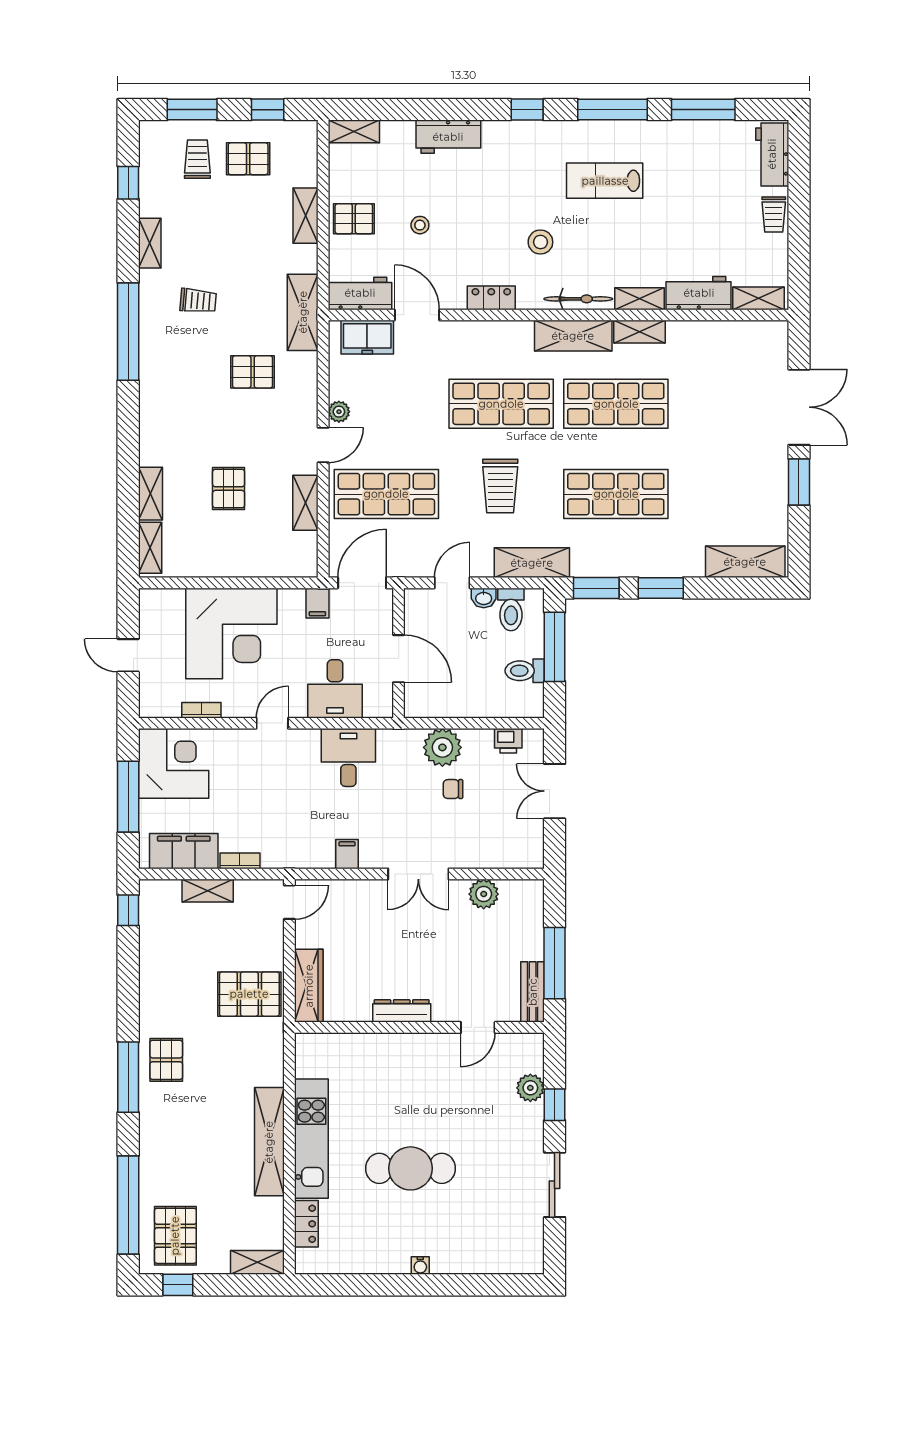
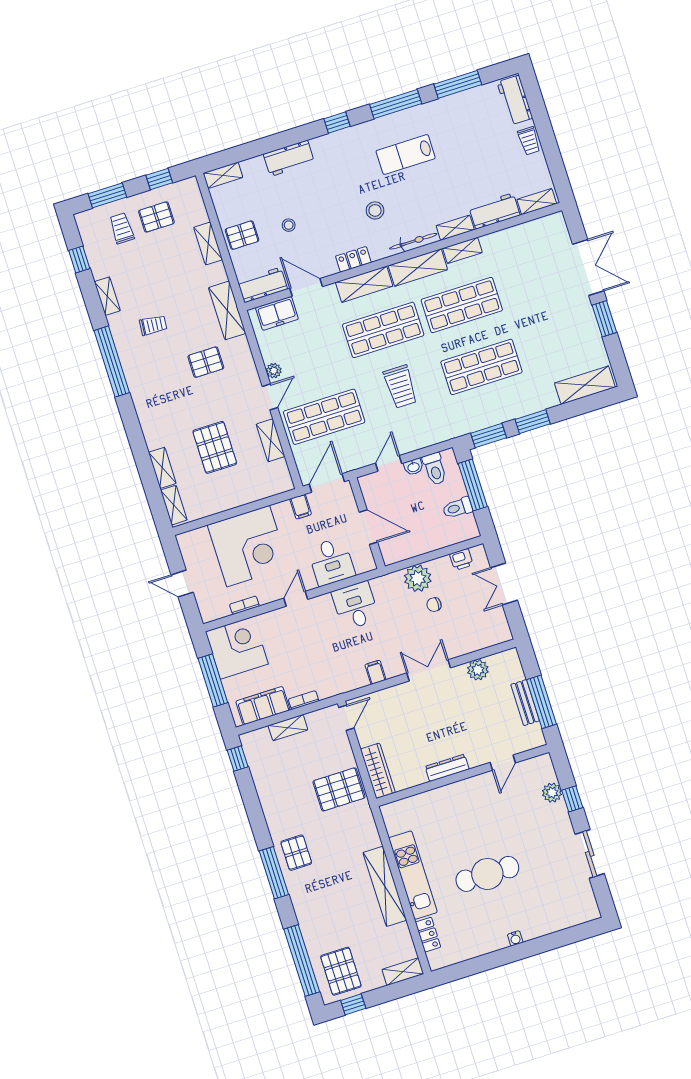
pallet: (229, 489) -> (215, 447), width x1.50, depth x1.42
shelving: (532, 563) -> (364, 284), moved
double door: (418, 874) -> (429, 670), swing flipped
bench: (533, 992) -> (525, 703), moved

